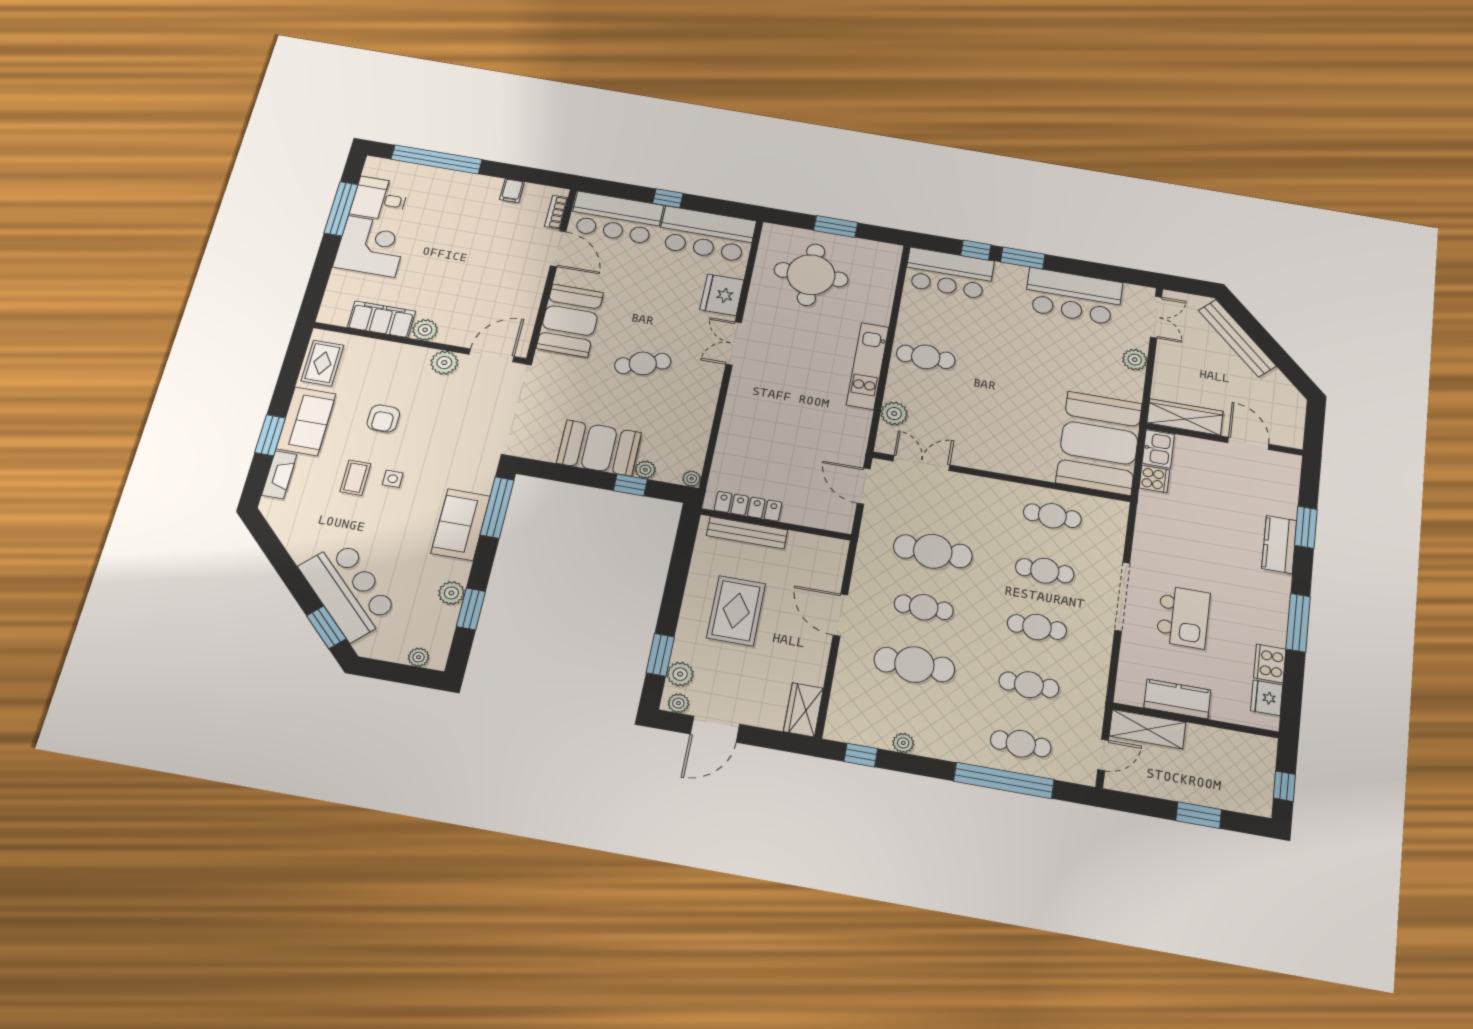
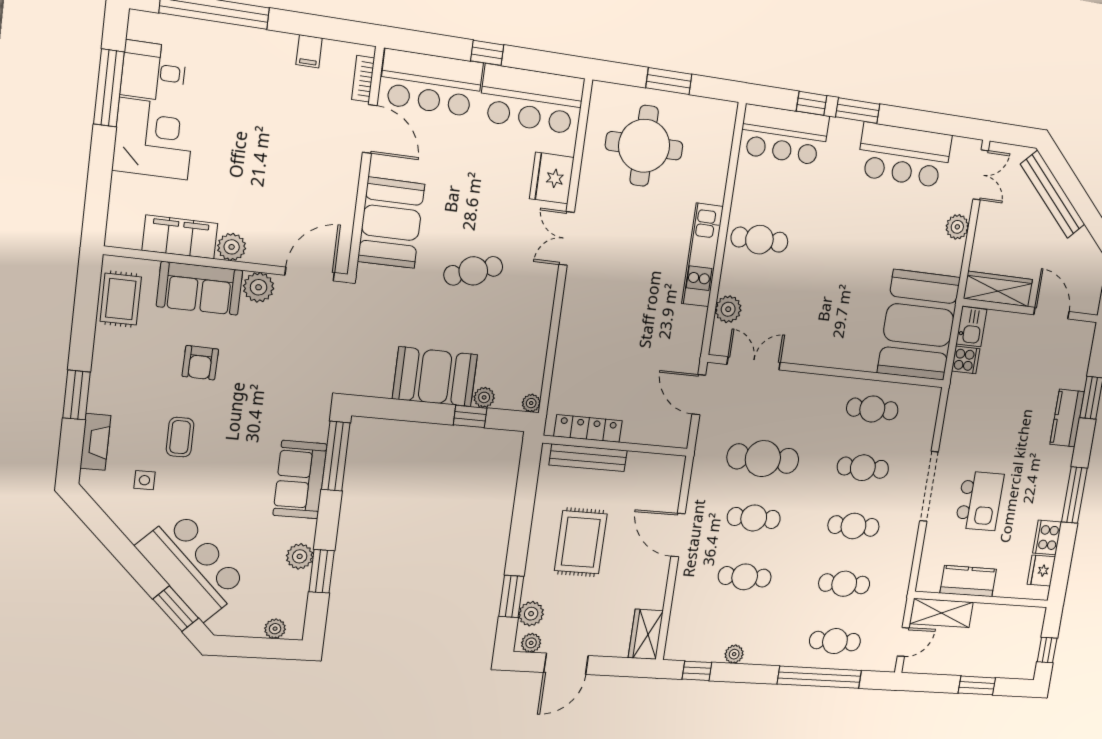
sofa: (306, 421) -> (200, 288), moved, turned 90
side table: (393, 479) -> (144, 480), moved
cafe table: (914, 665) -> (745, 577), width x0.73, depth x0.74

